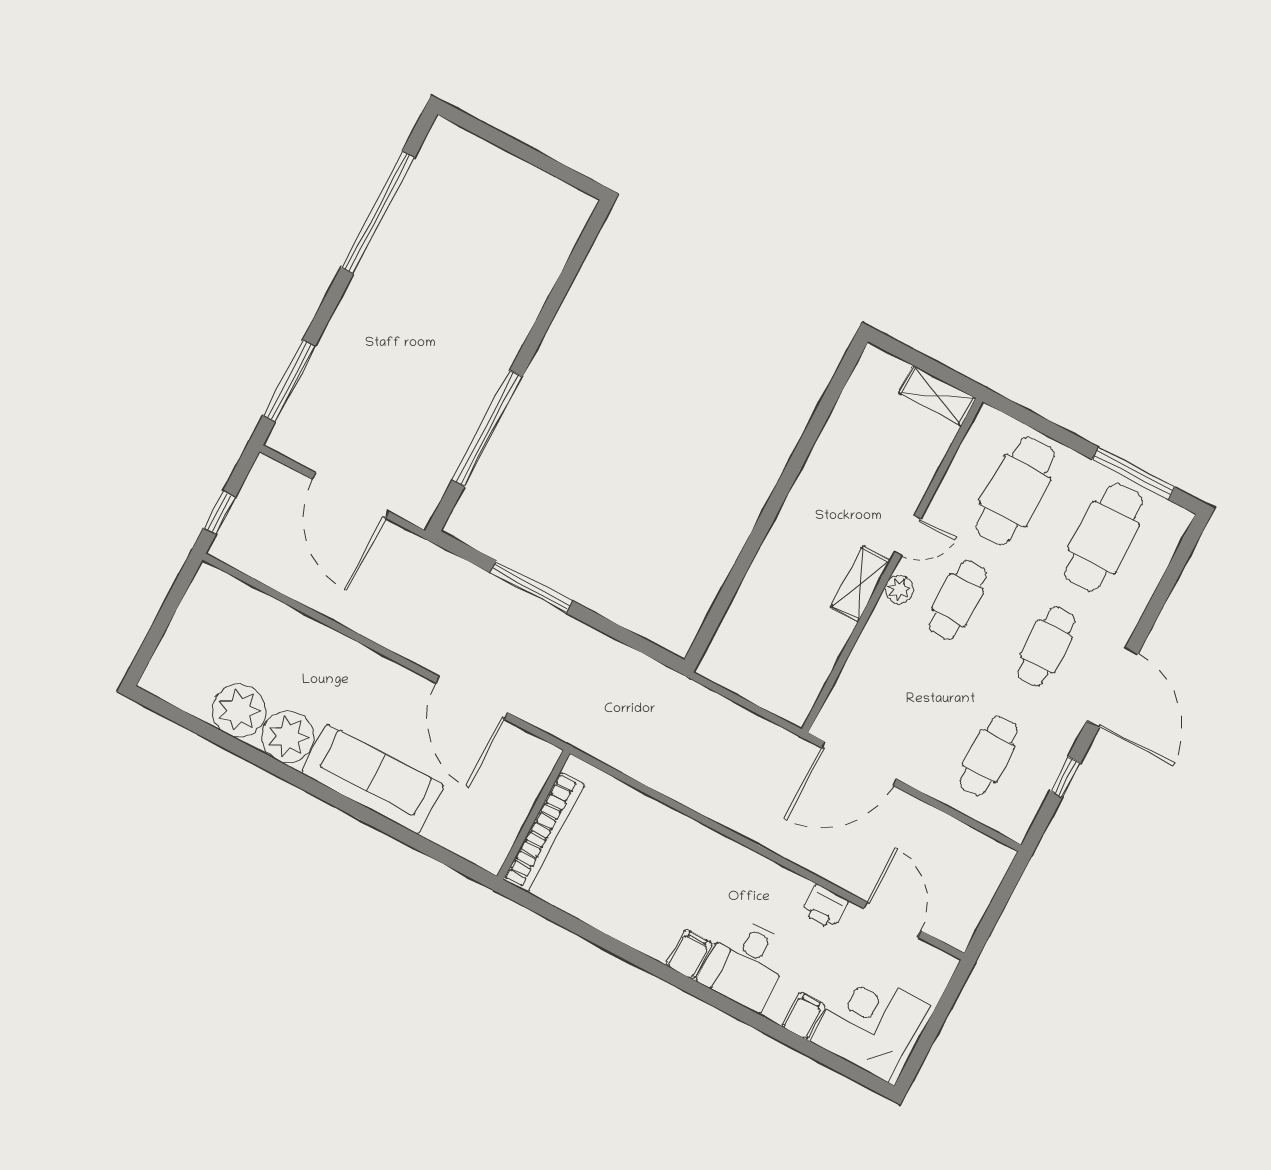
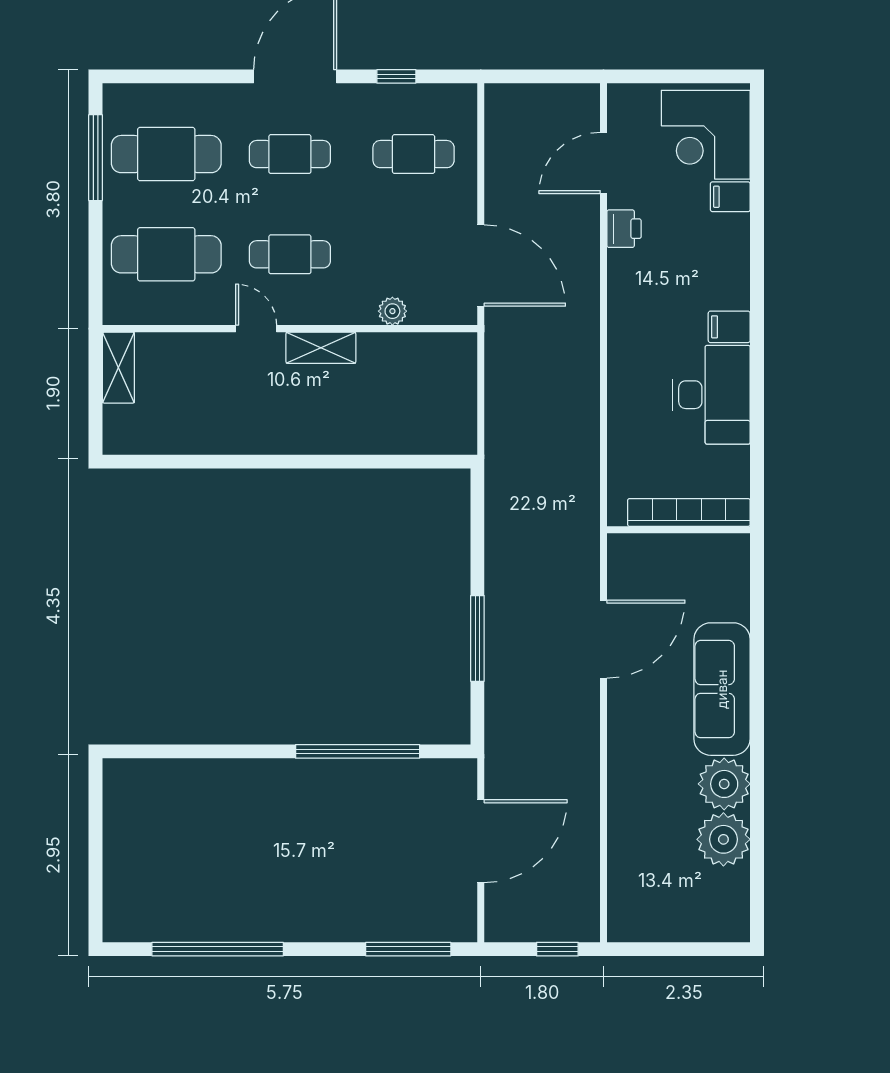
plant: (899, 589) -> (392, 311), moved
desk: (745, 964) -> (711, 395), moved, width x1.37

